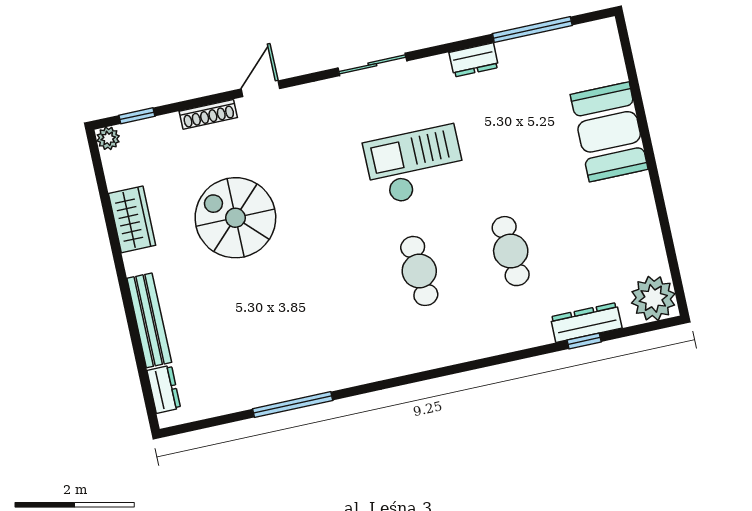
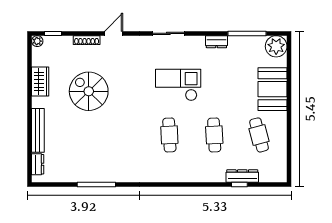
cafe table: (602, 231) -> (259, 135), added
plant: (653, 298) -> (276, 46), moved

